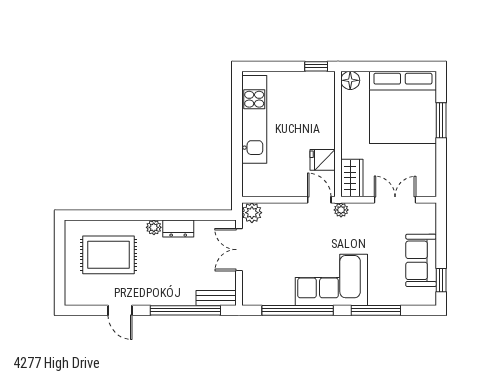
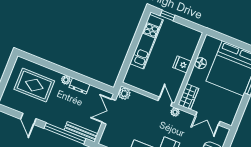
window: (316, 66) -> (168, 15), moved
floor lamp: (350, 80) -> (201, 63), moved
fridge: (323, 160) -> (182, 64), moved
double door: (395, 200) -> (208, 119), swing flipped
bench: (216, 298) -> (81, 132), width x1.36

